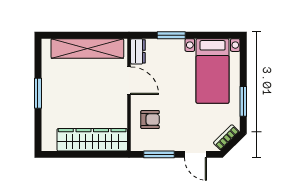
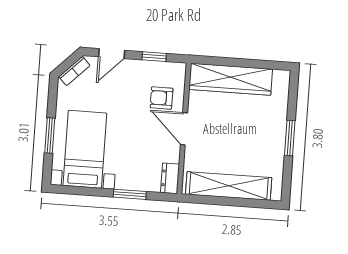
door: (129, 81) -> (184, 129), moved
window: (243, 101) -> (50, 135), moved
window: (159, 154) -> (154, 57), width x0.67
door: (195, 154) -> (112, 54), swing flipped

